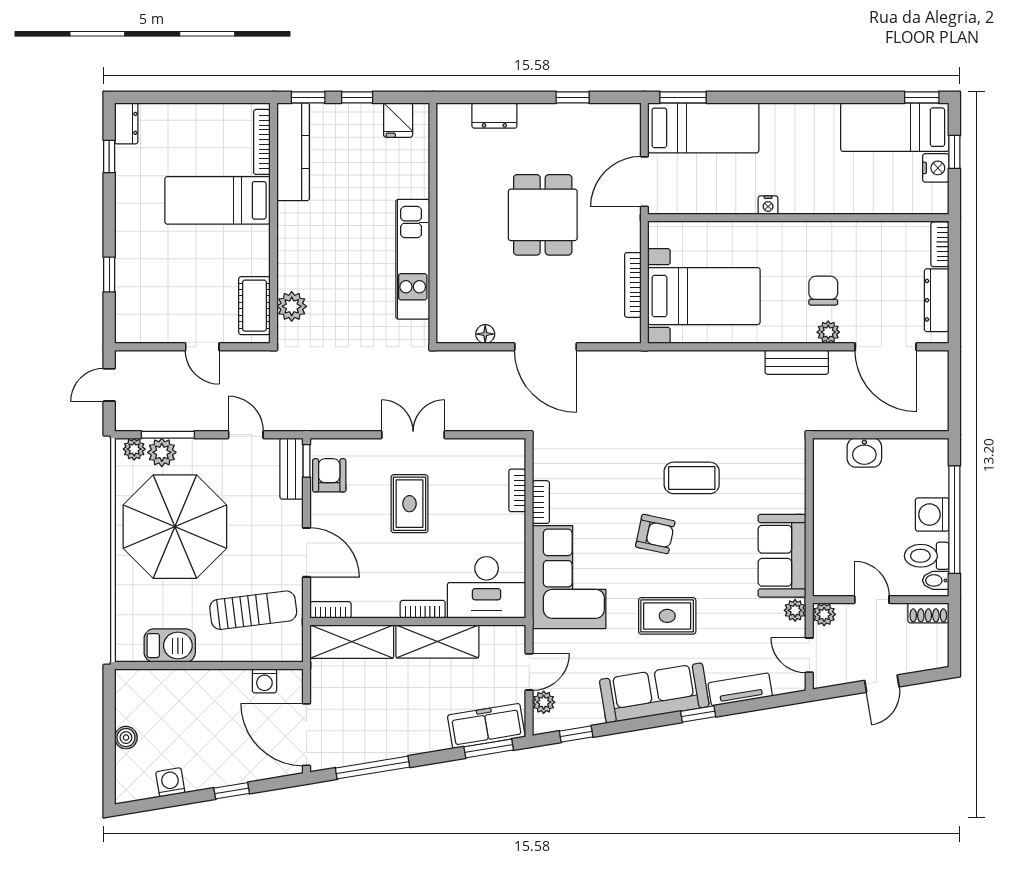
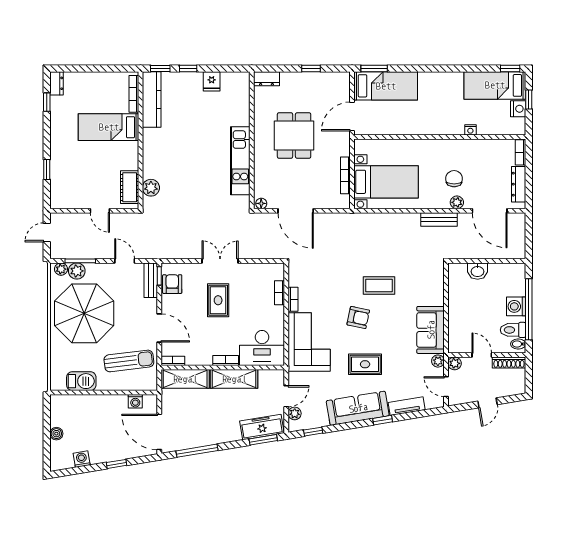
nightstand: (768, 205) -> (470, 130), moved
wall: (433, 223) -> (252, 140), moved
kitchen unit: (413, 259) -> (240, 161), moved
shoe rack: (928, 613) -> (509, 362), width x1.43

